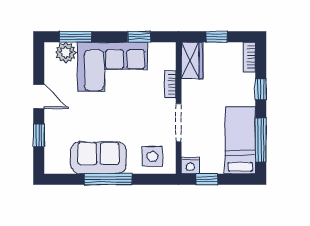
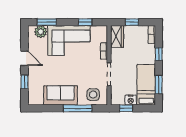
window: (261, 140) -> (159, 85), width x0.69
nightstand: (190, 165) -> (131, 100), moved
window: (108, 179) -> (78, 108), moved

